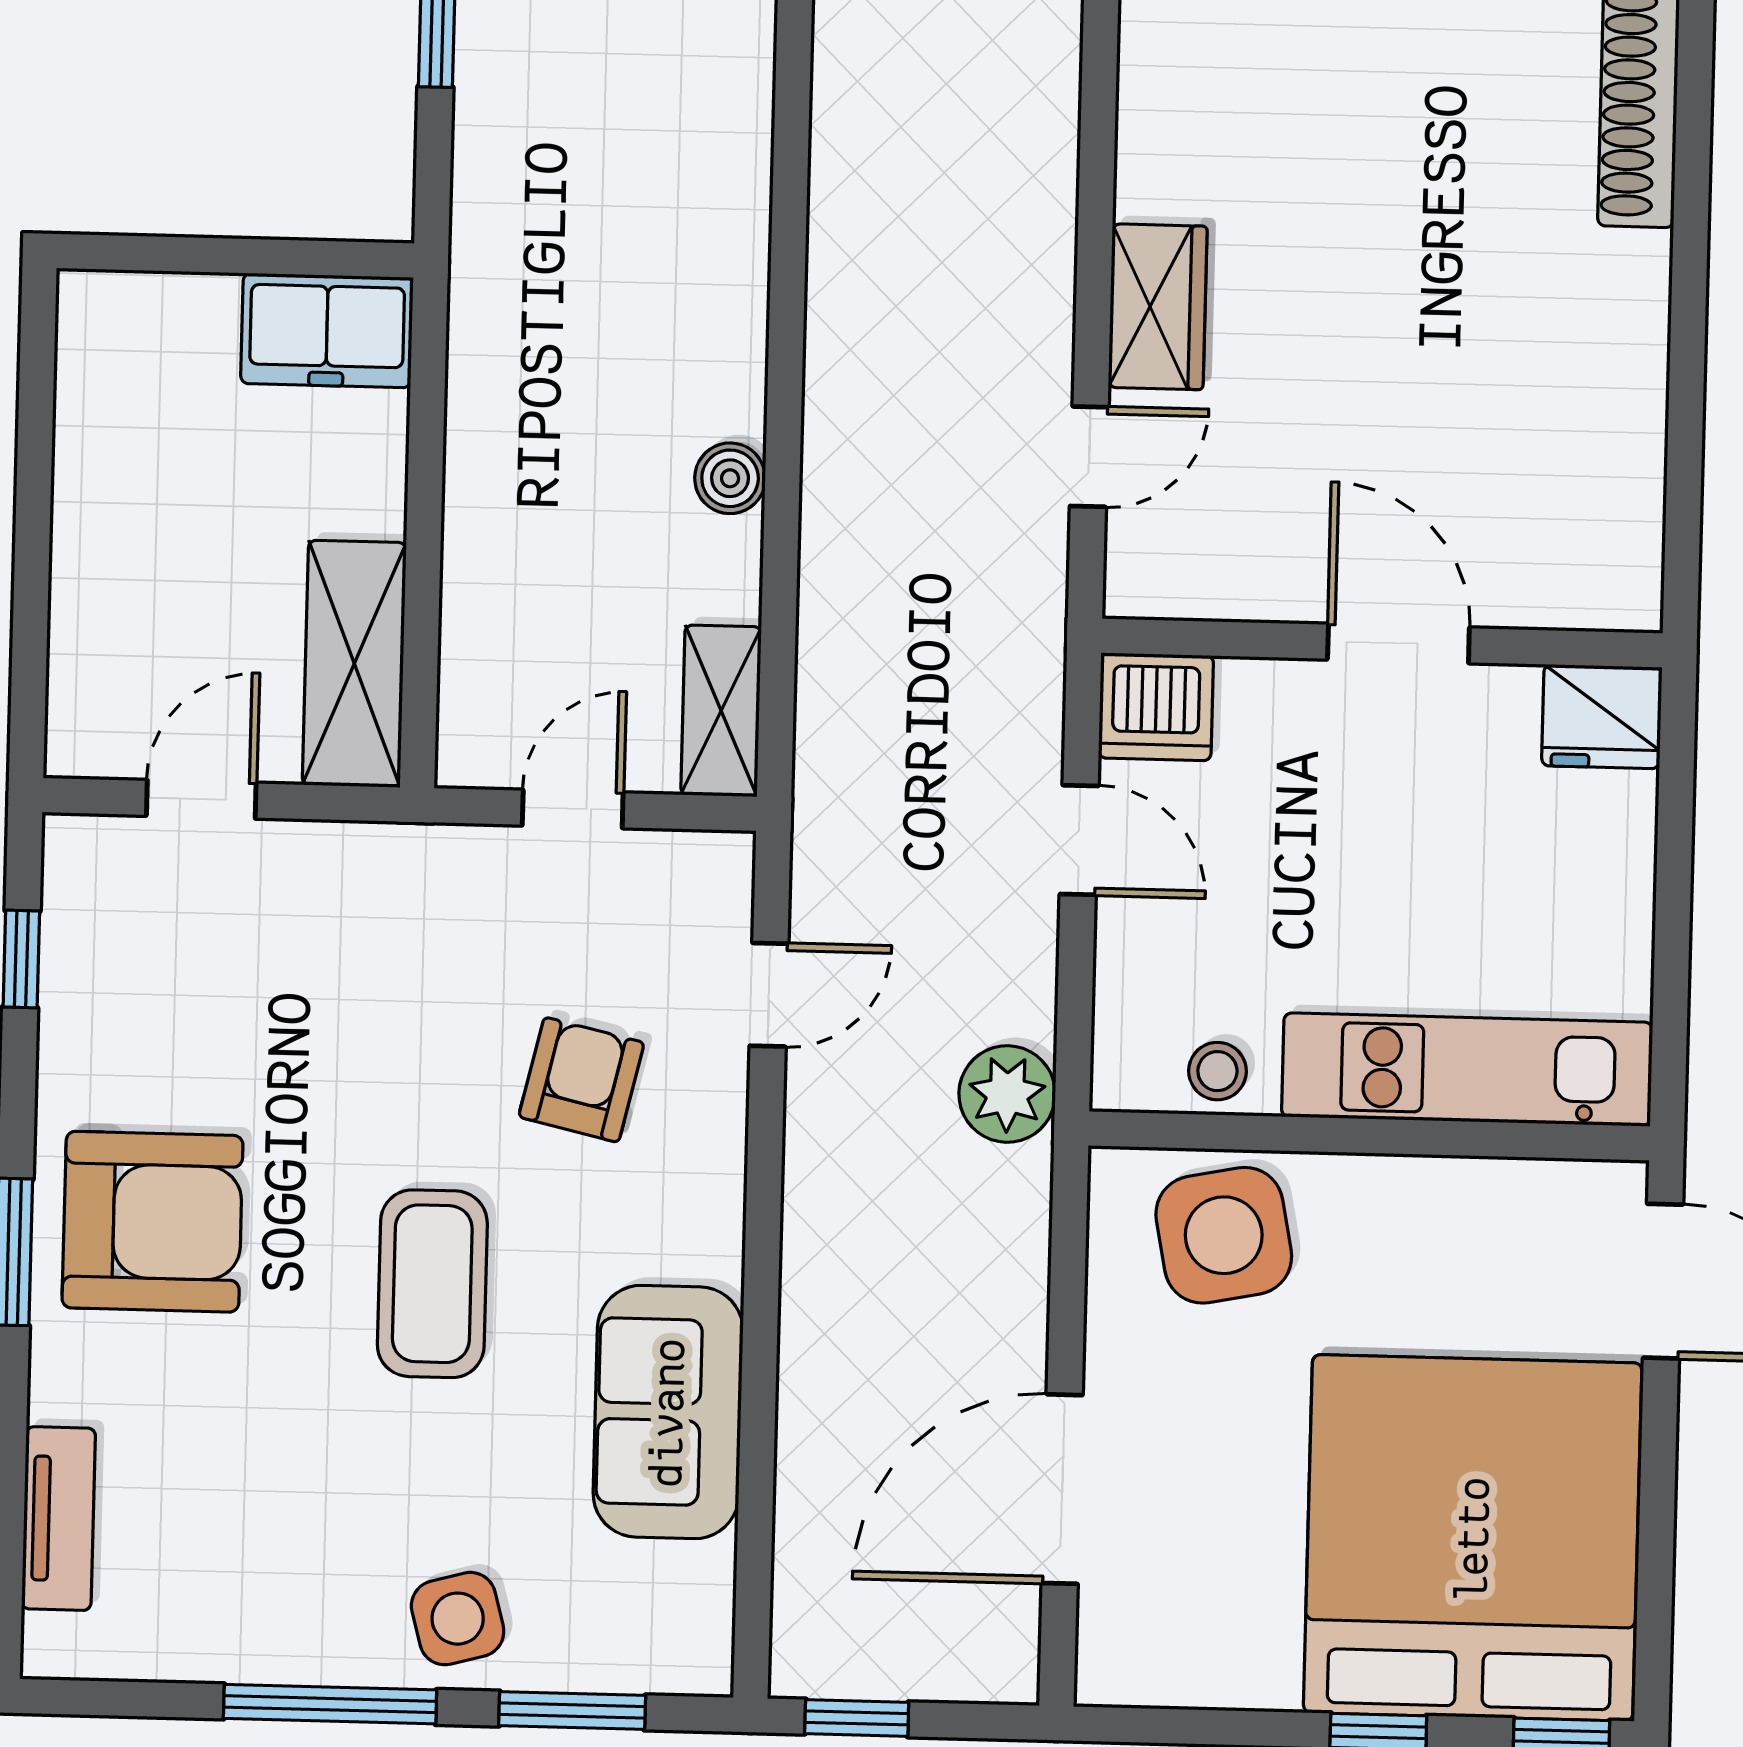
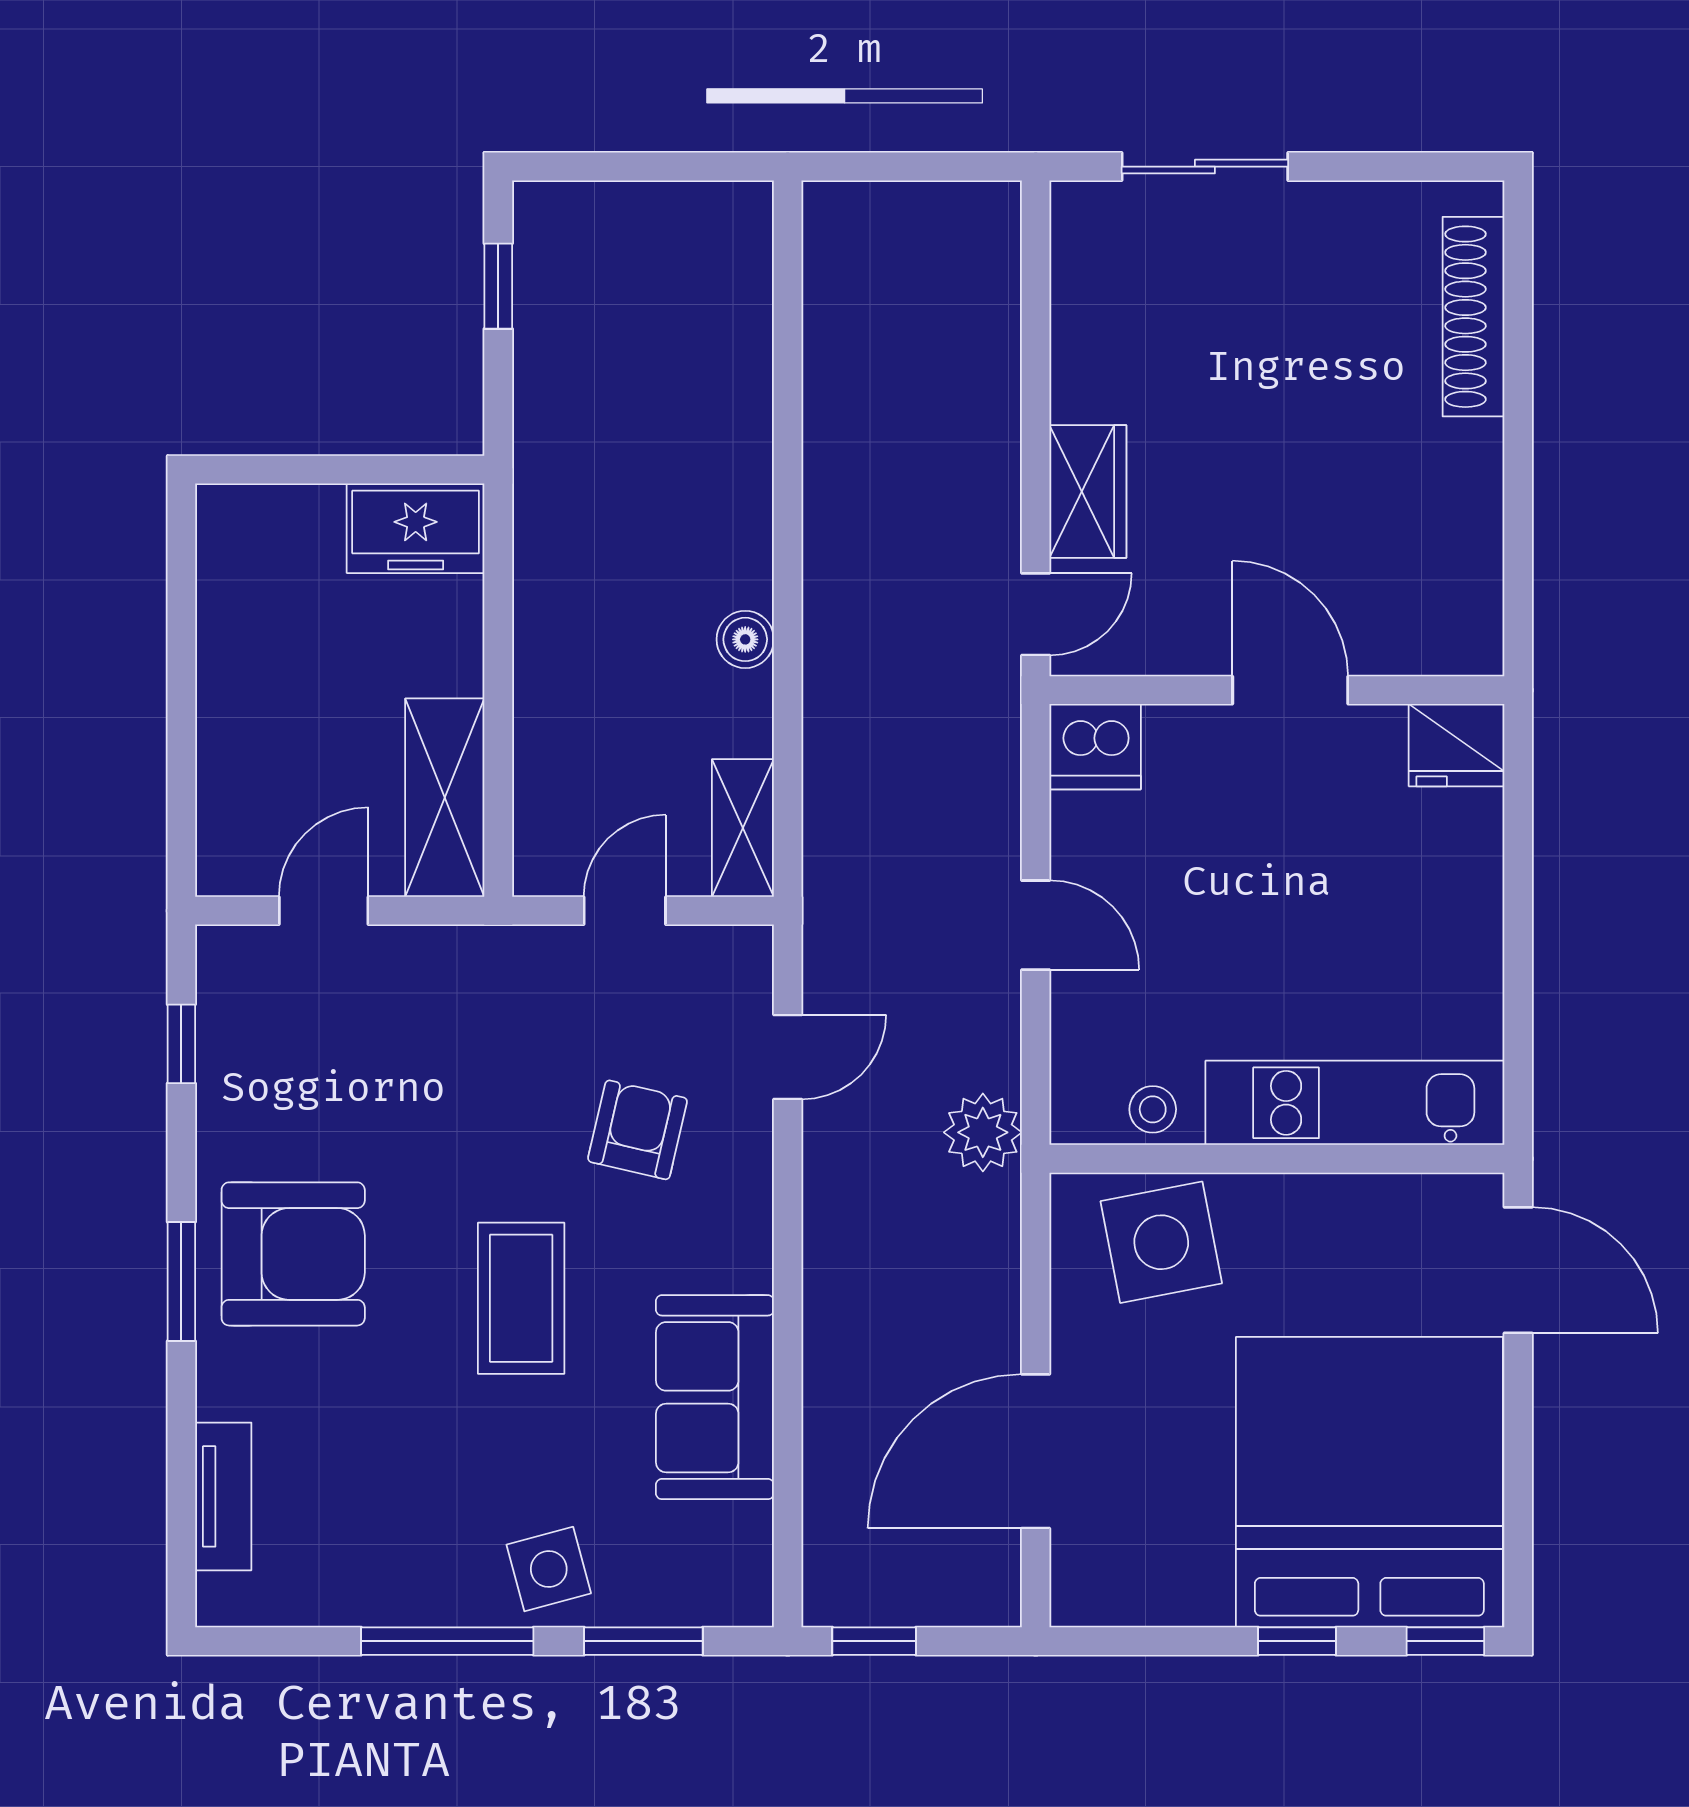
wall: (1382, 643) -> (1277, 690), moved
door: (1398, 643) -> (1290, 690), moved
dishwasher: (1156, 707) -> (1095, 747), moved
fridge: (1602, 717) -> (1456, 745), moved

